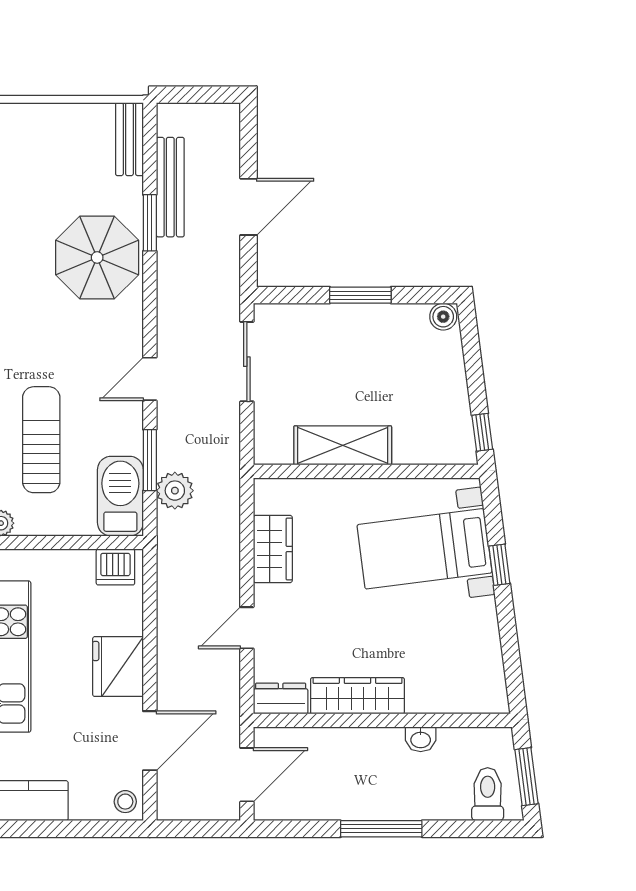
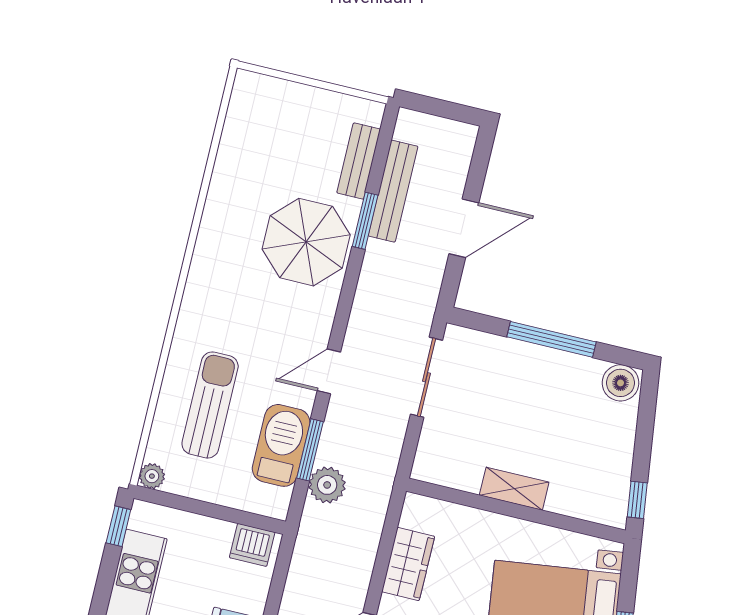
bench: (129, 139) -> (359, 161), moved
window: (360, 295) -> (551, 339), width x1.44
boiler: (443, 317) -> (621, 383), width x1.36, depth x1.36
shelving: (343, 445) -> (514, 489), width x0.67, depth x0.75
barbecue: (120, 496) -> (281, 445), moved

